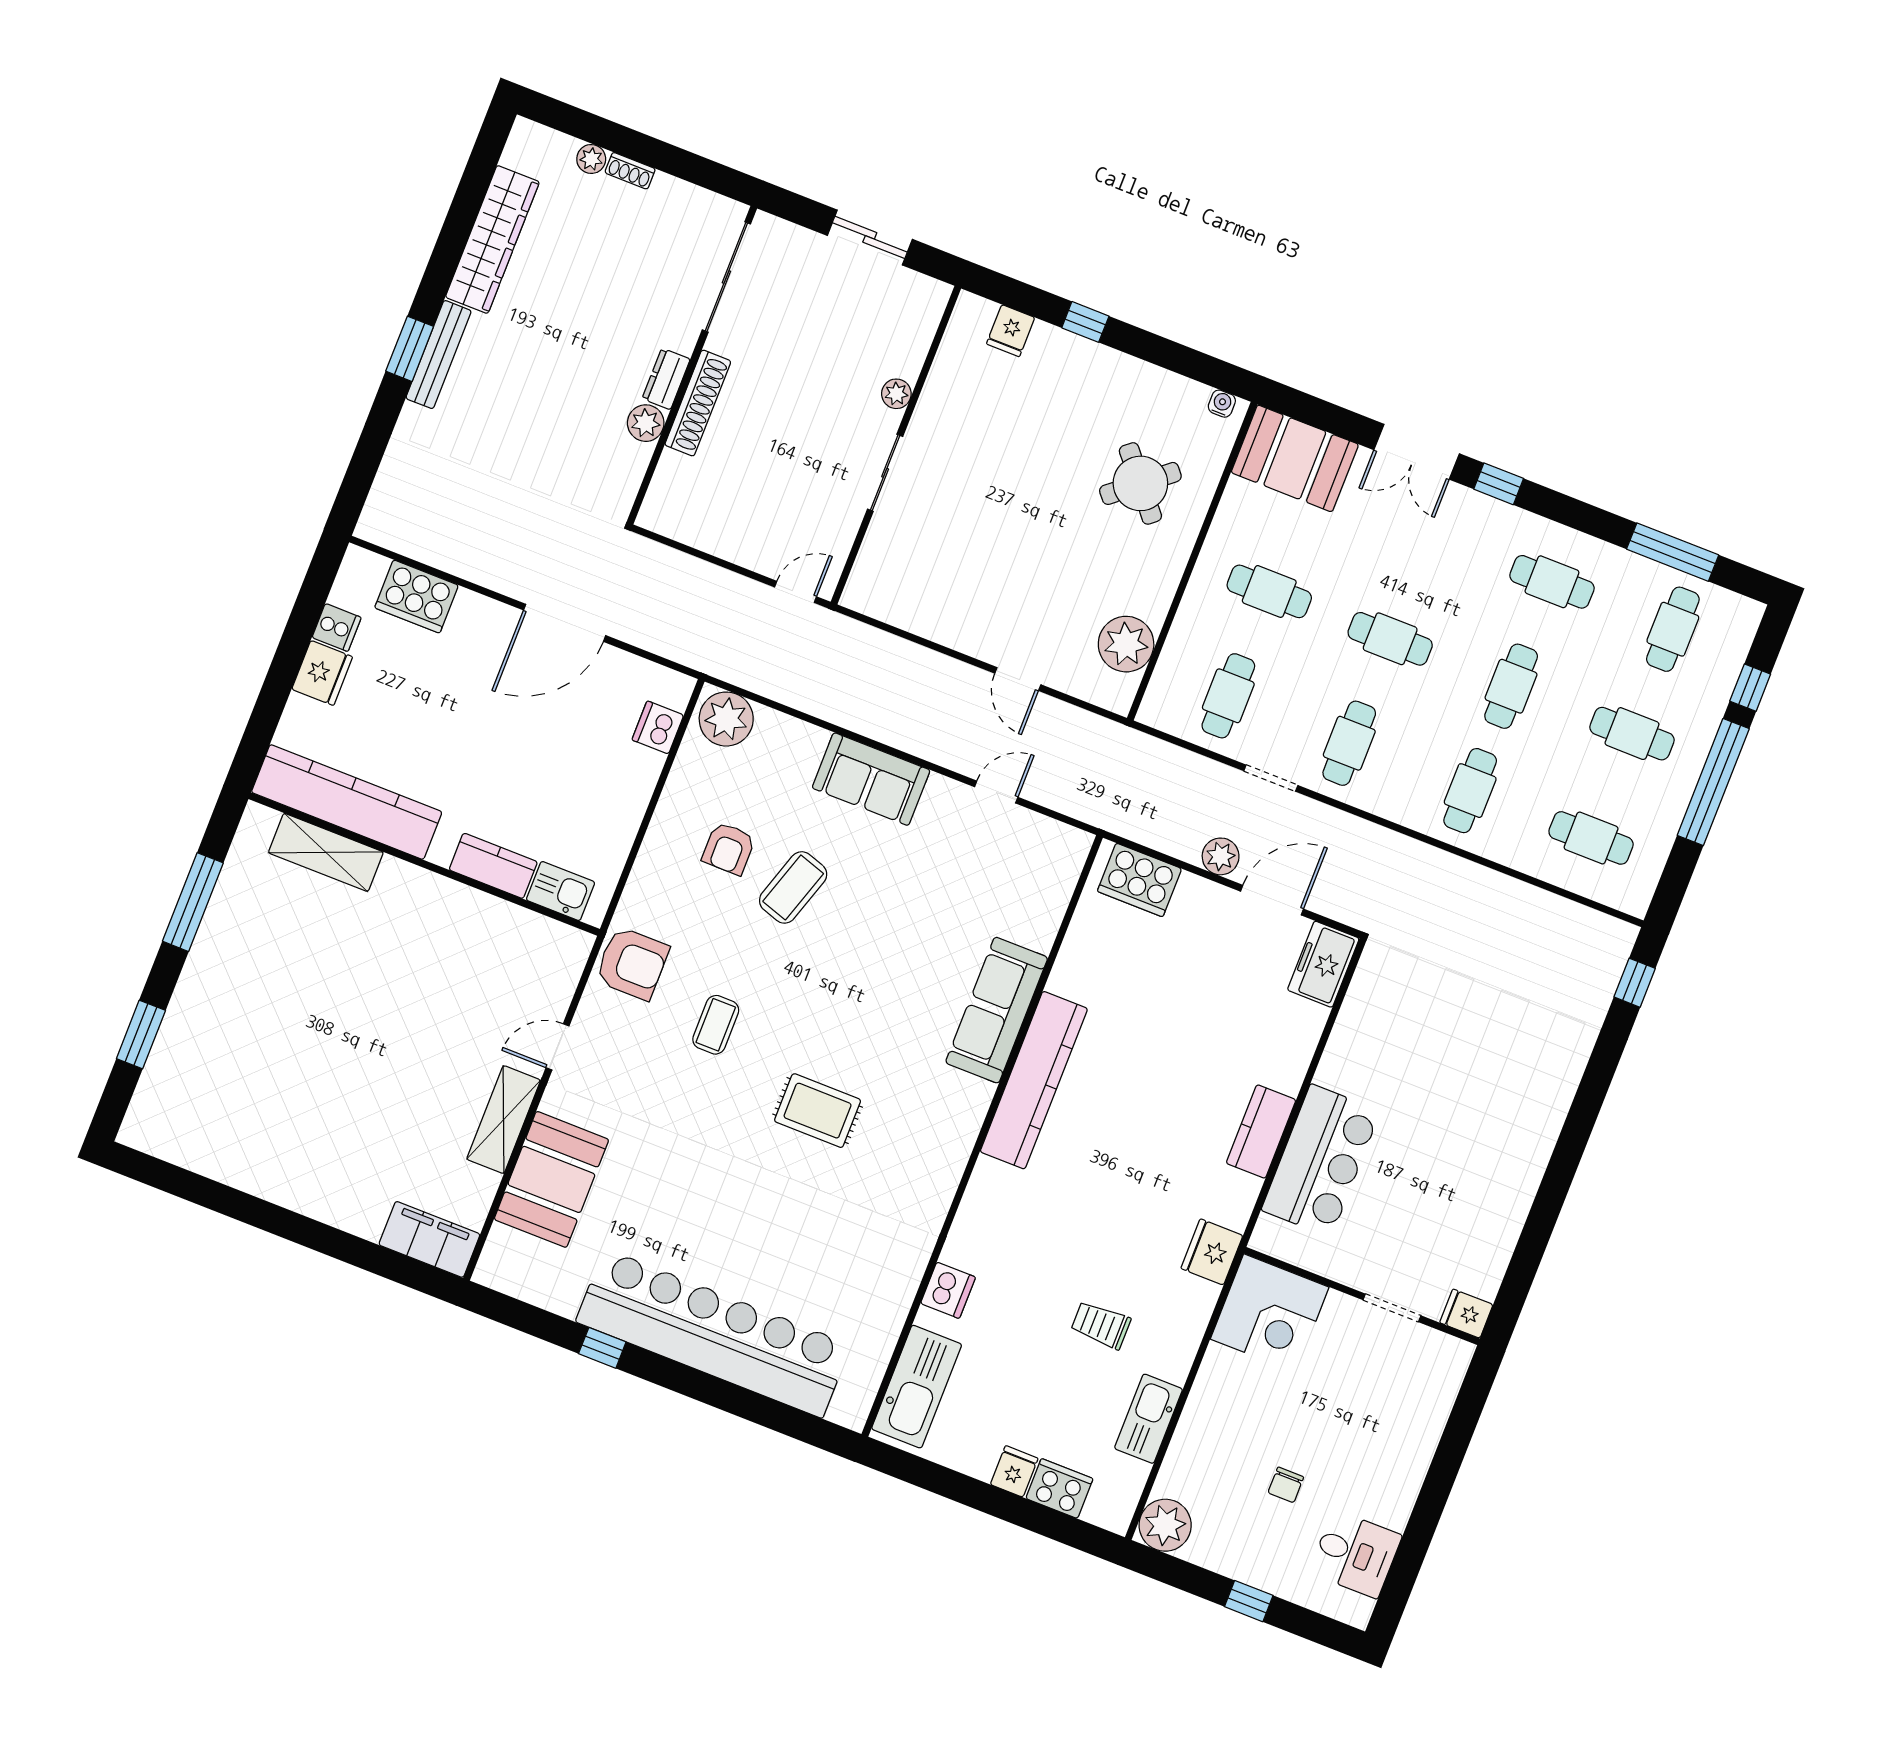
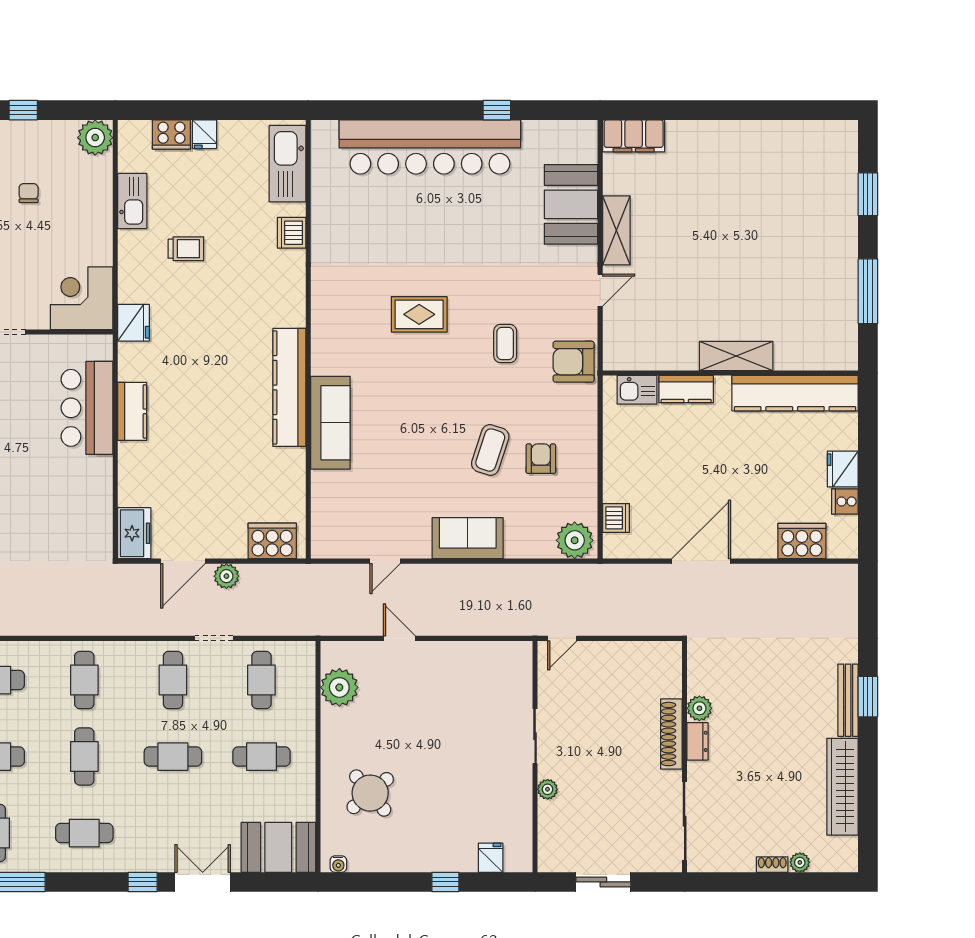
shelving: (326, 852) -> (736, 356), moved

